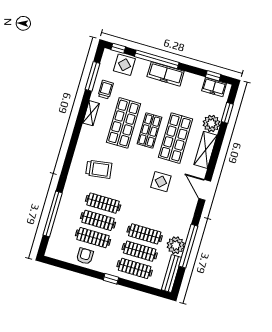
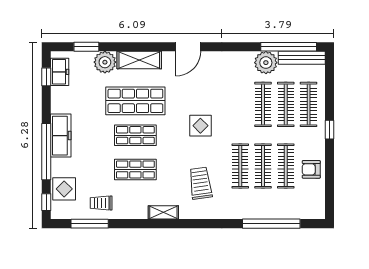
shelving: (91, 113) -> (163, 212), moved
shop shelf: (123, 123) -> (135, 169), width x0.70, depth x0.74
display table: (161, 182) -> (200, 126), moved
window: (188, 246) -> (289, 47), moved

